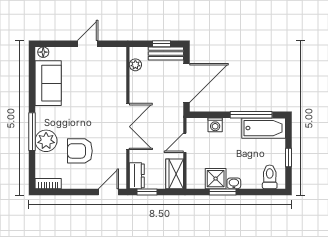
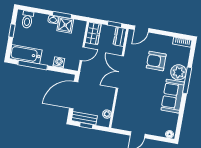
sofa: (48, 83) -> (173, 96), moved
armchair: (80, 151) -> (156, 61), turned 180

